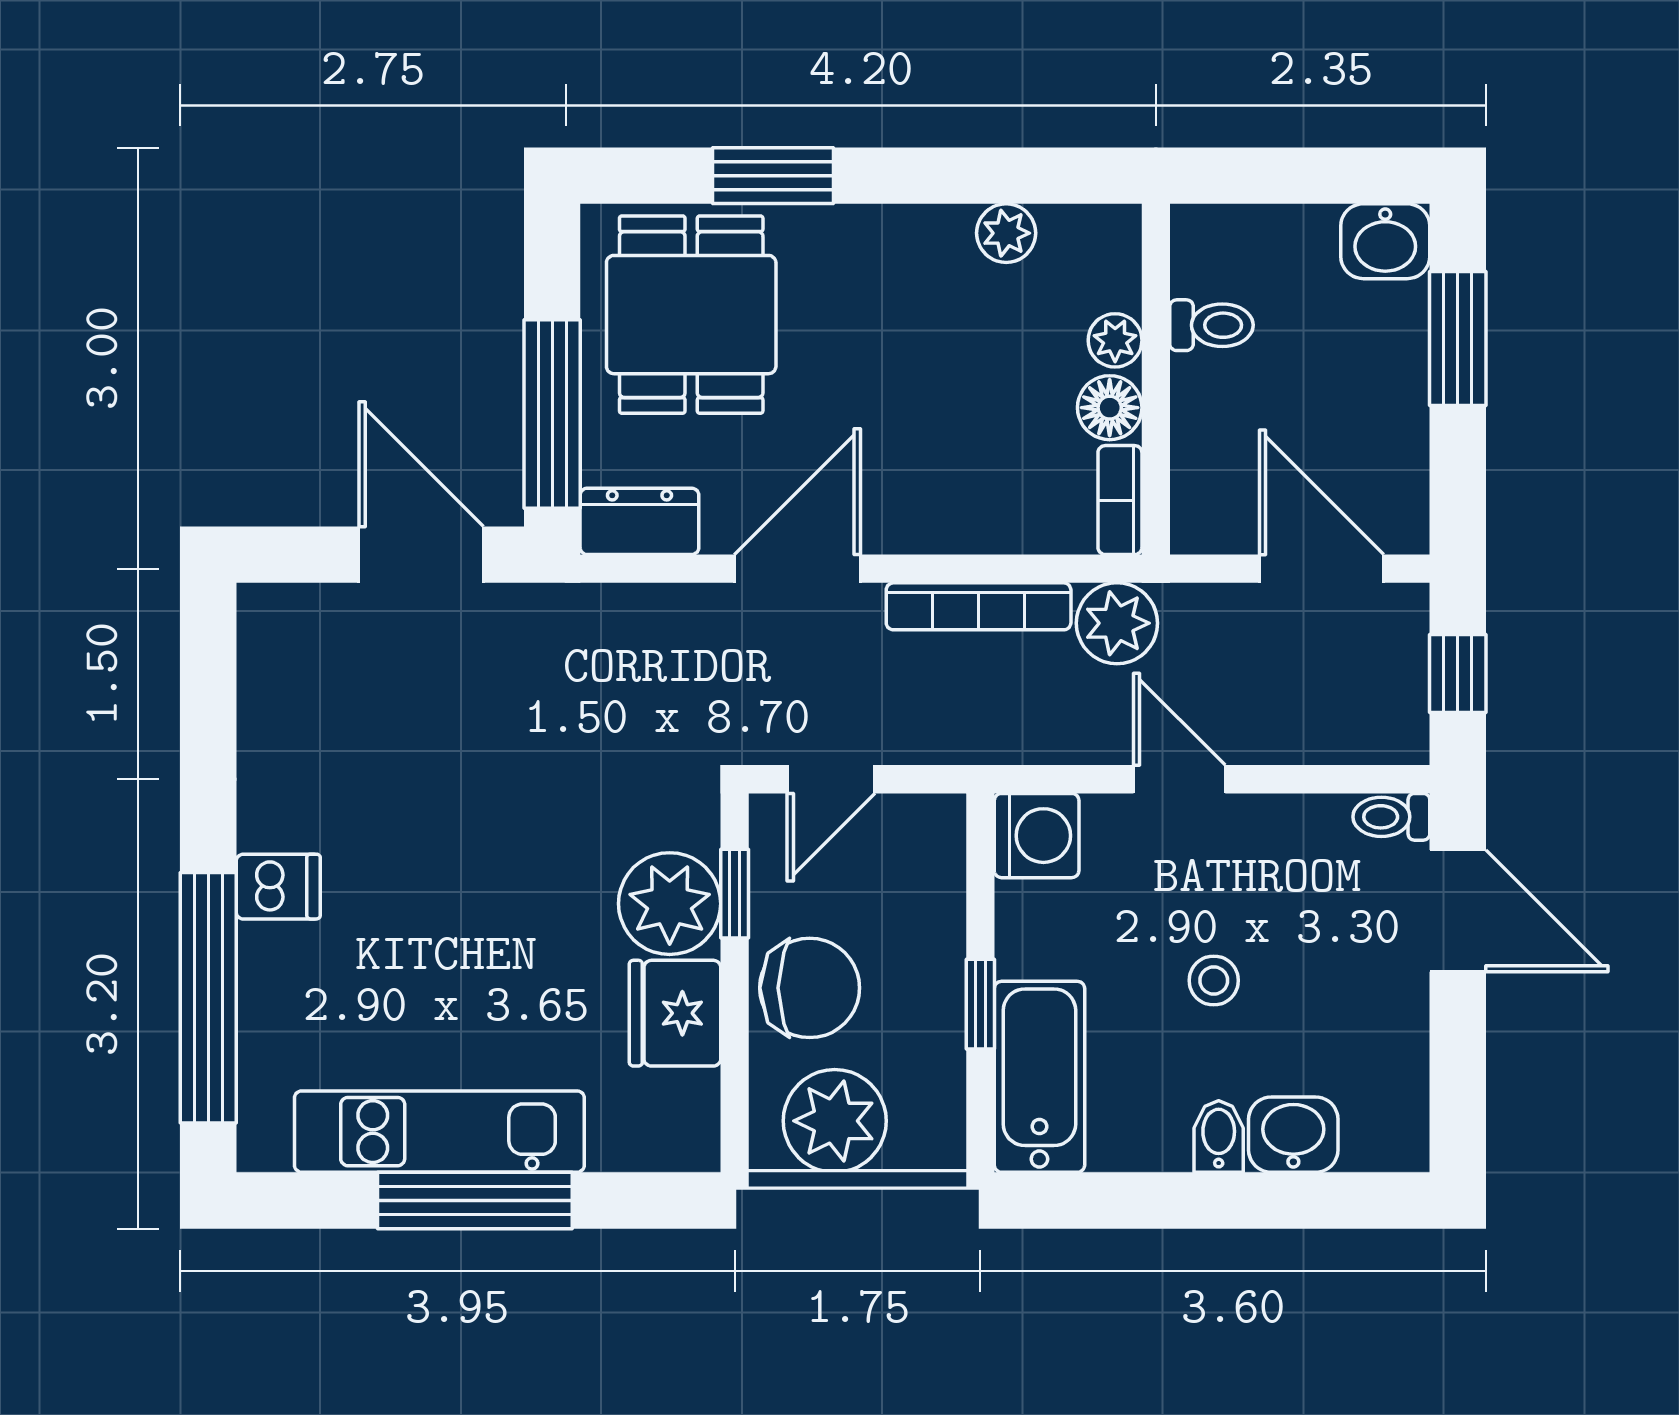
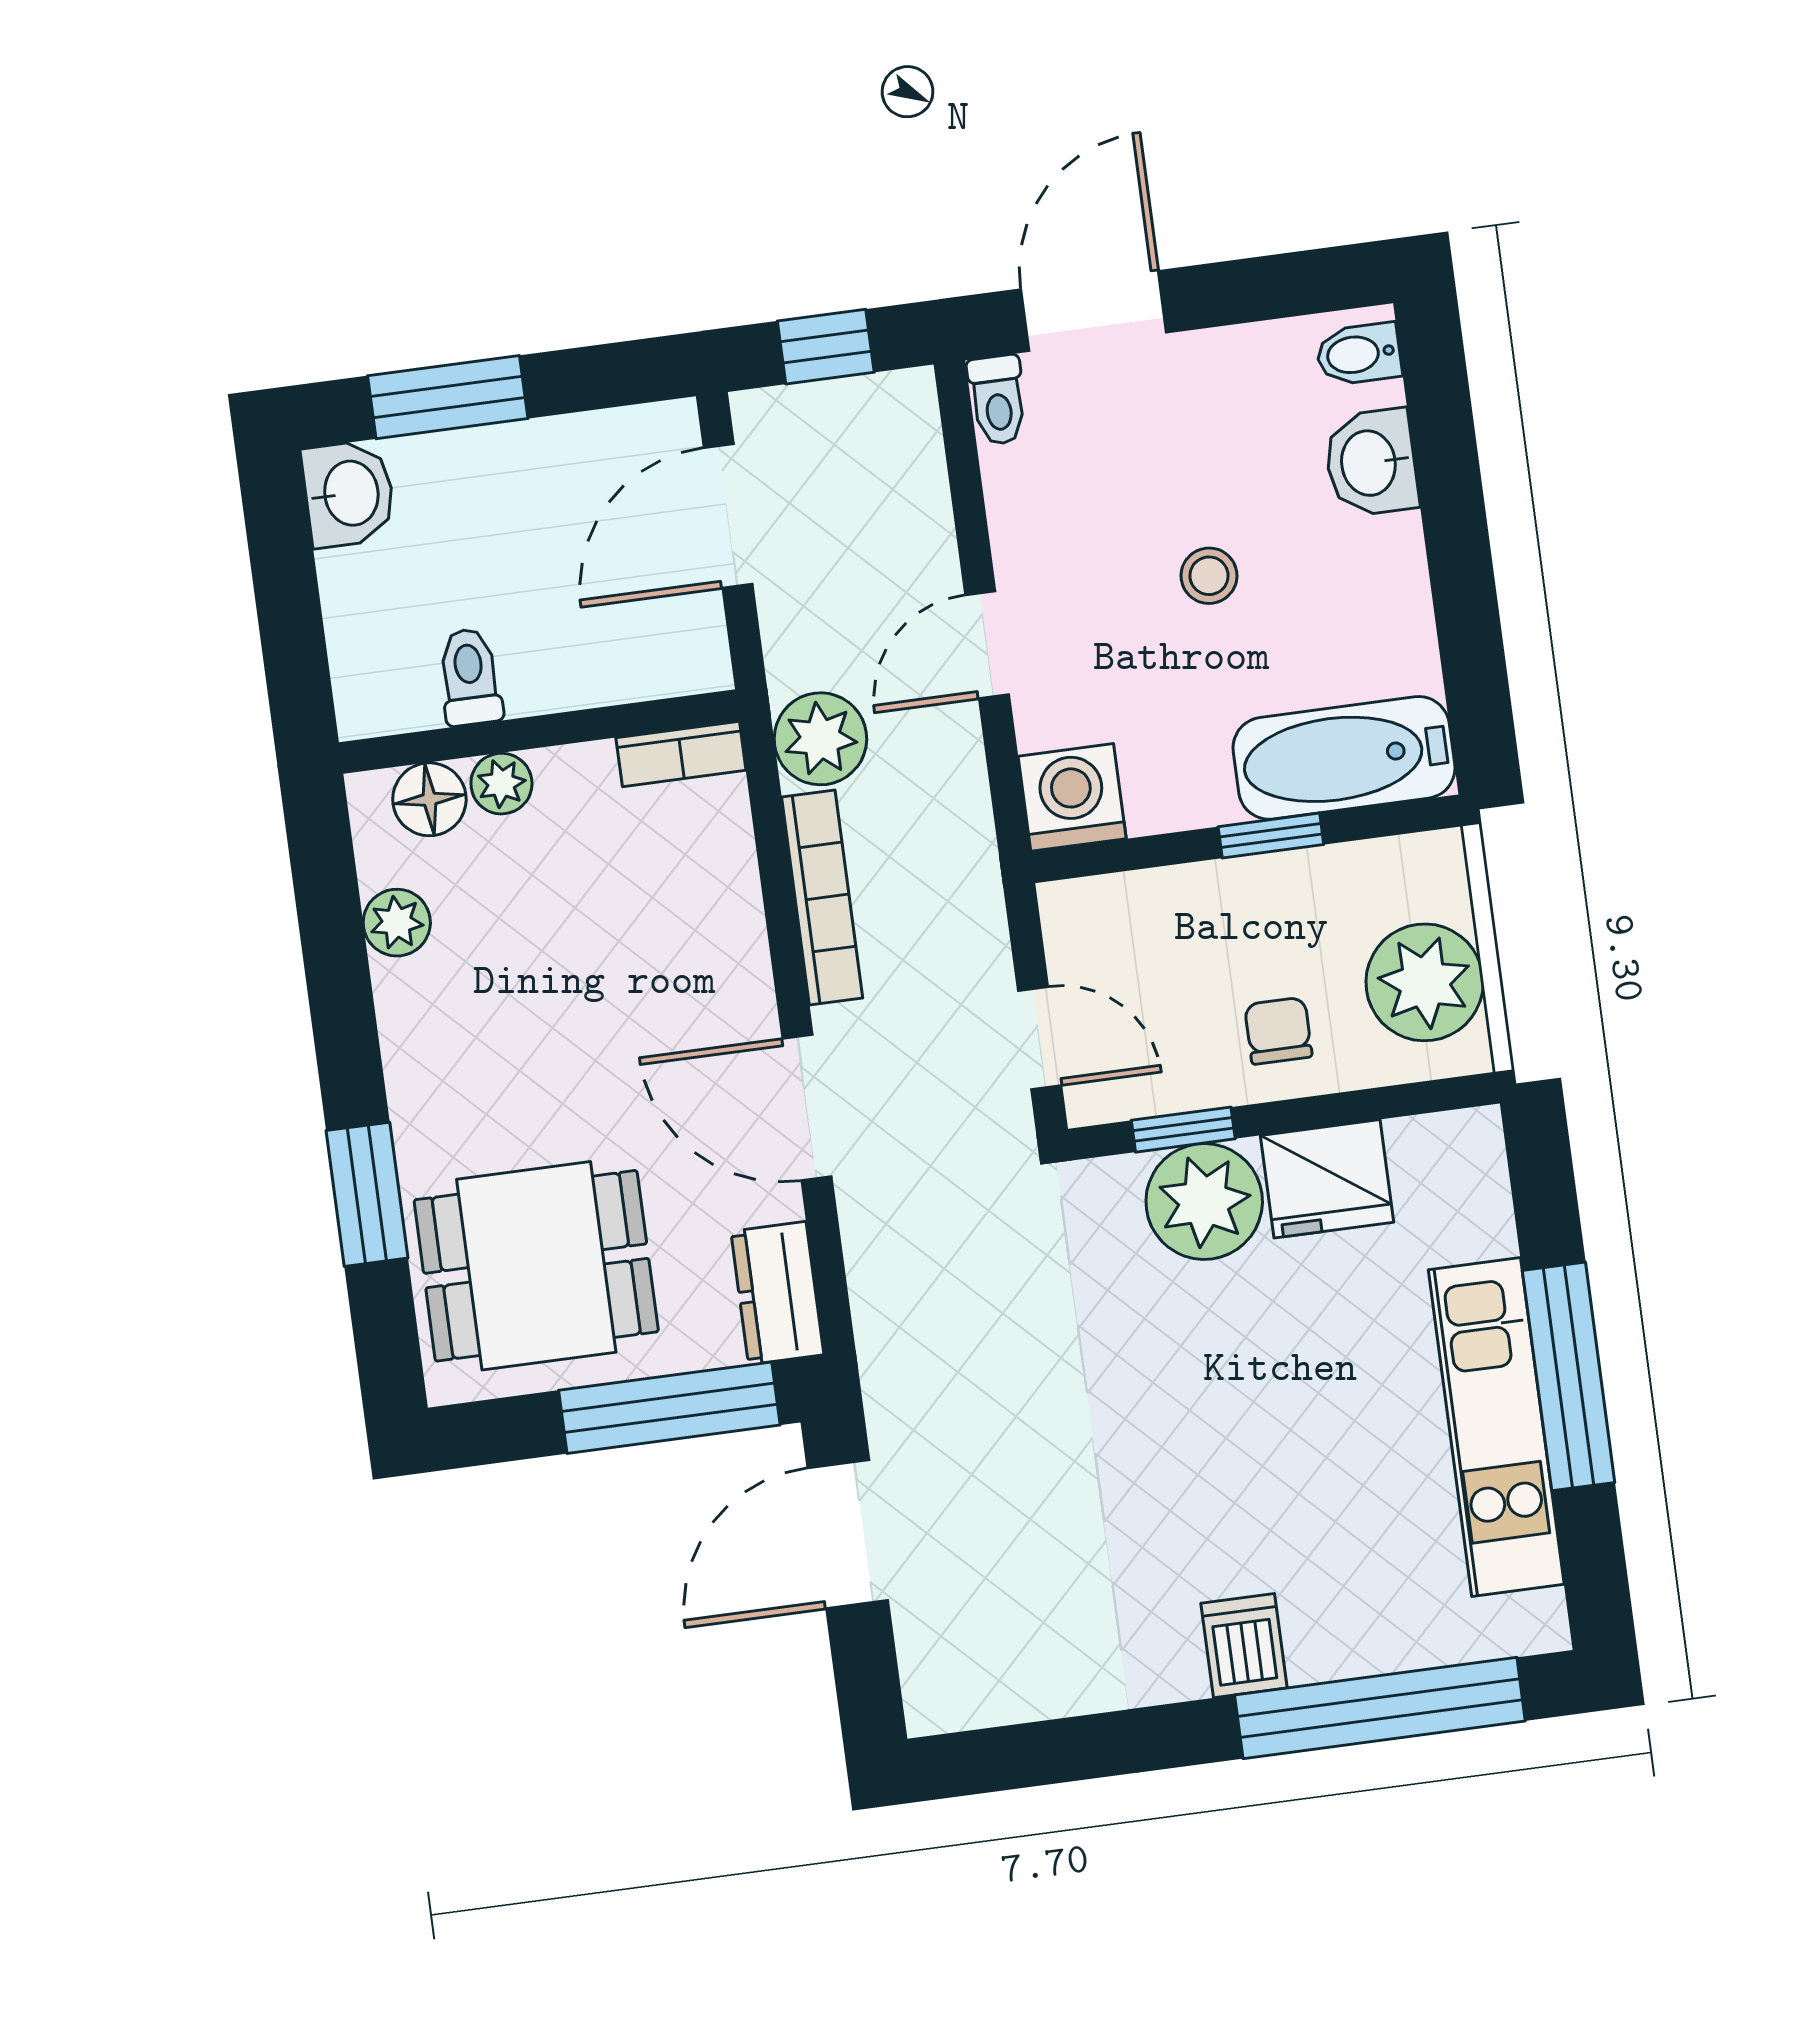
floor lamp: (1110, 408) -> (429, 799), moved
chair: (810, 988) -> (1278, 1031), width x0.54, depth x0.54
bidet: (1219, 1136) -> (1359, 354), moved

